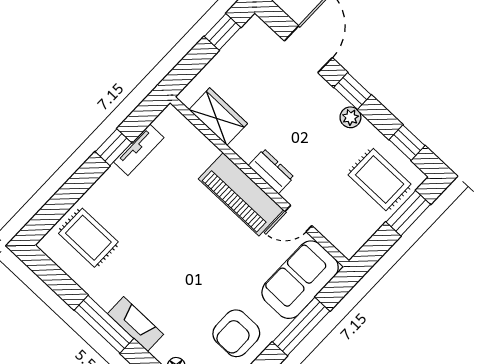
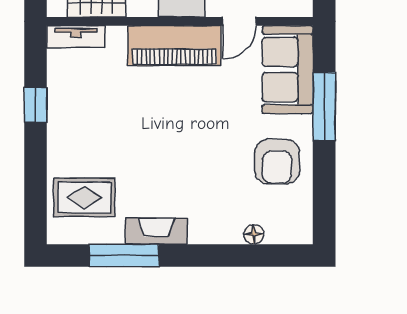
tv unit: (139, 150) -> (76, 37), moved, turned 90
window: (104, 324) -> (124, 255), moved
fireplace: (136, 324) -> (156, 231), moved

